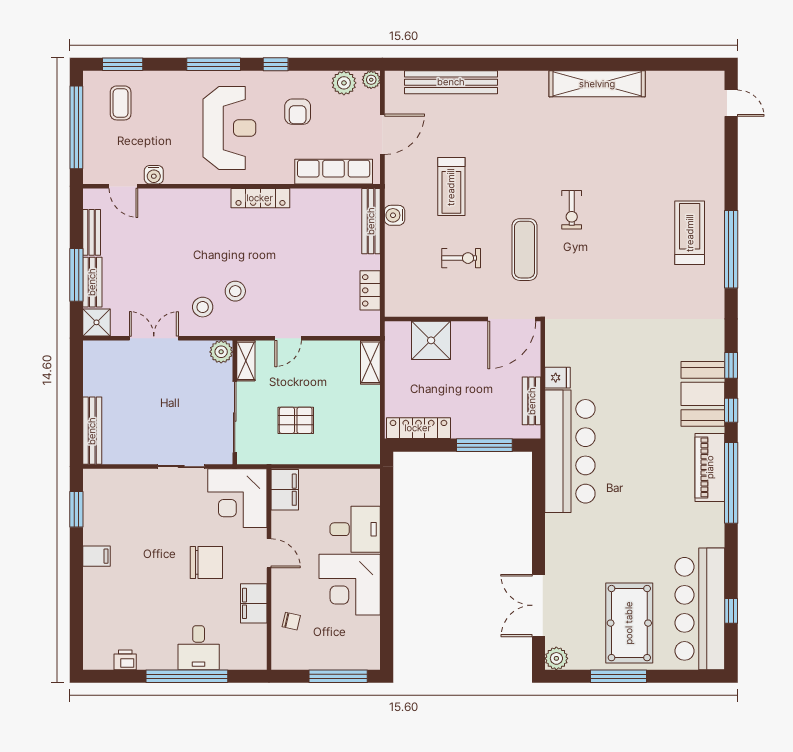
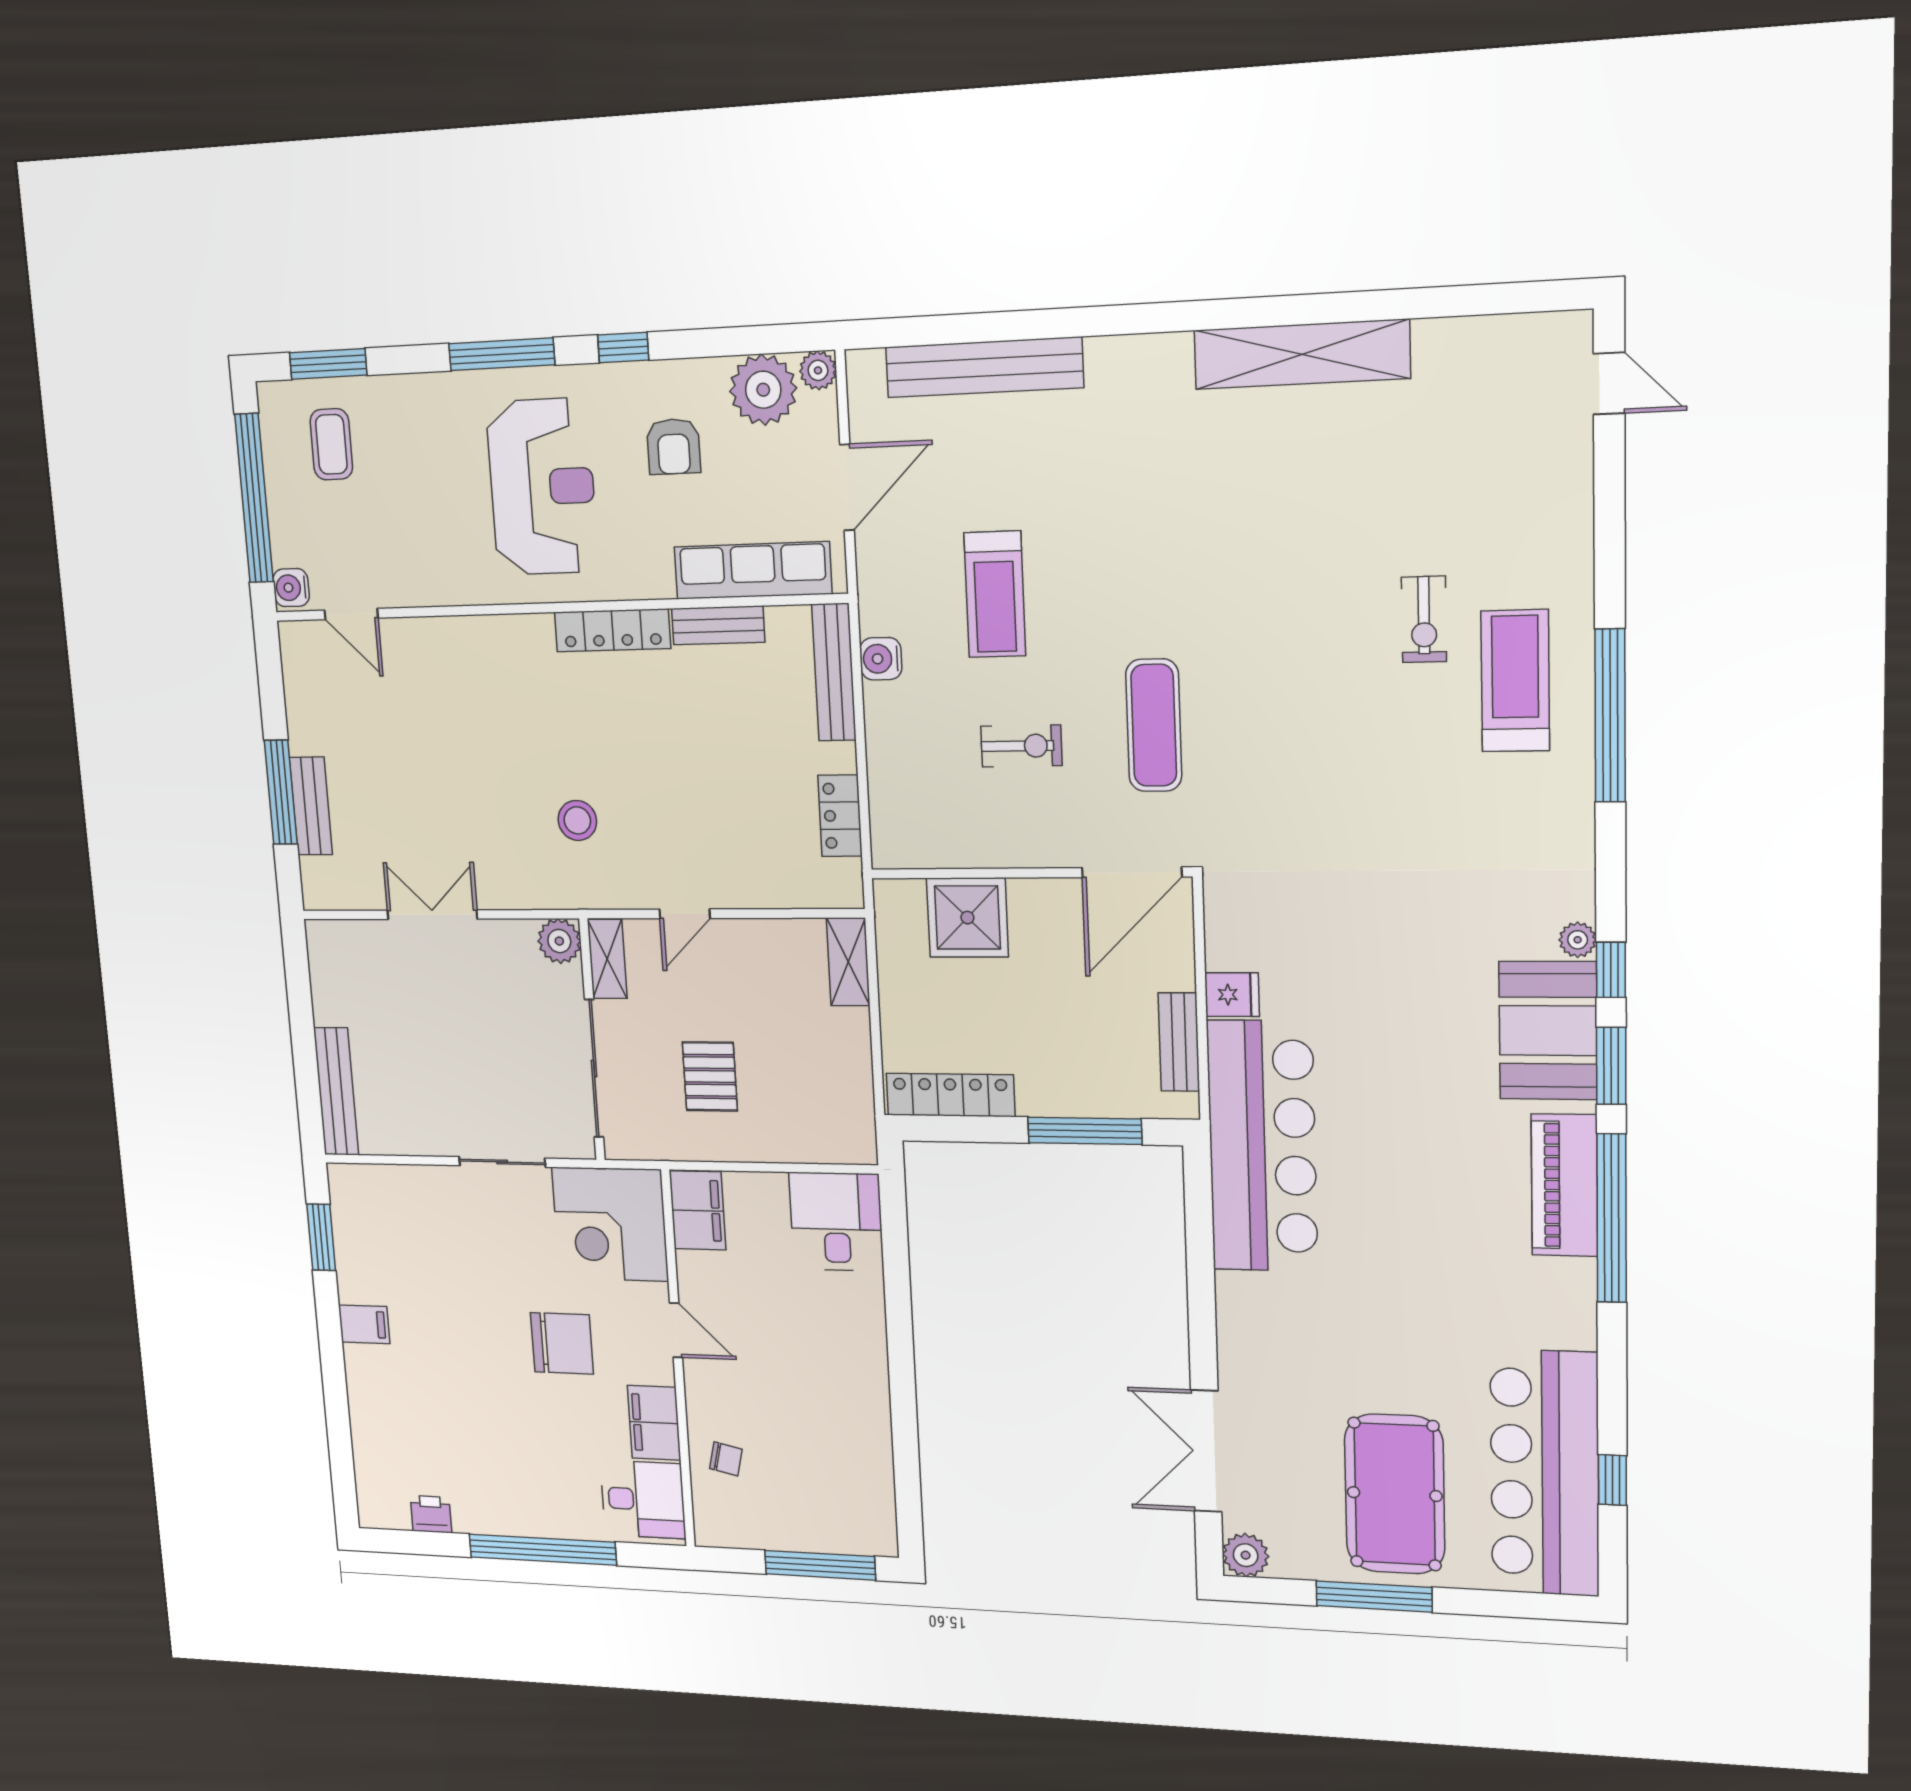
plant: (344, 83) -> (763, 390), width x1.36, depth x1.36
water cooler: (154, 175) -> (291, 588), moved, turned 90
exercise bike: (572, 210) -> (1424, 619), moved
bench: (92, 232) -> (718, 625), moved, turned 90
stool: (203, 307) -> (518, 853), removed
shower: (96, 322) -> (325, 884), removed
plant: (716, 351) -> (1578, 940), added
window: (731, 410) -> (1611, 1066), width x1.50
pallet: (296, 420) -> (710, 1076), turned 90
desk: (355, 529) -> (836, 1222), moved, turned -90
corner desk: (350, 585) -> (832, 1395), removed
desk: (199, 648) -> (643, 1499), moved, turned -90

